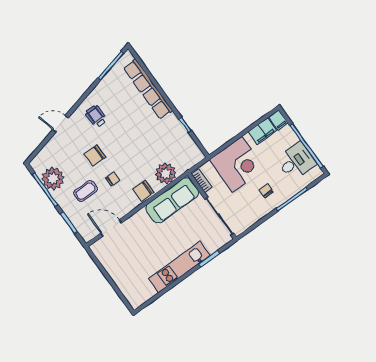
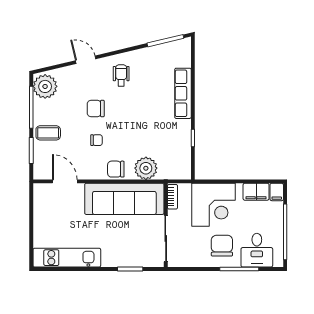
row of seats: (148, 89) -> (183, 93), width x0.73
desk: (296, 161) -> (257, 250), moved, turned 90
plant: (53, 178) -> (45, 86), moved
coffee table: (85, 191) -> (48, 133), moved
chair: (266, 191) -> (222, 246), width x1.87, depth x1.87
sofa: (172, 200) -> (124, 199), width x1.36, depth x1.27
kitchen unit: (179, 267) -> (67, 258), moved

